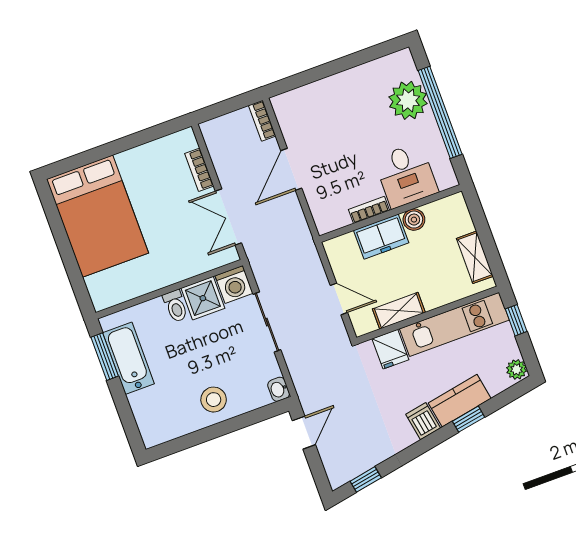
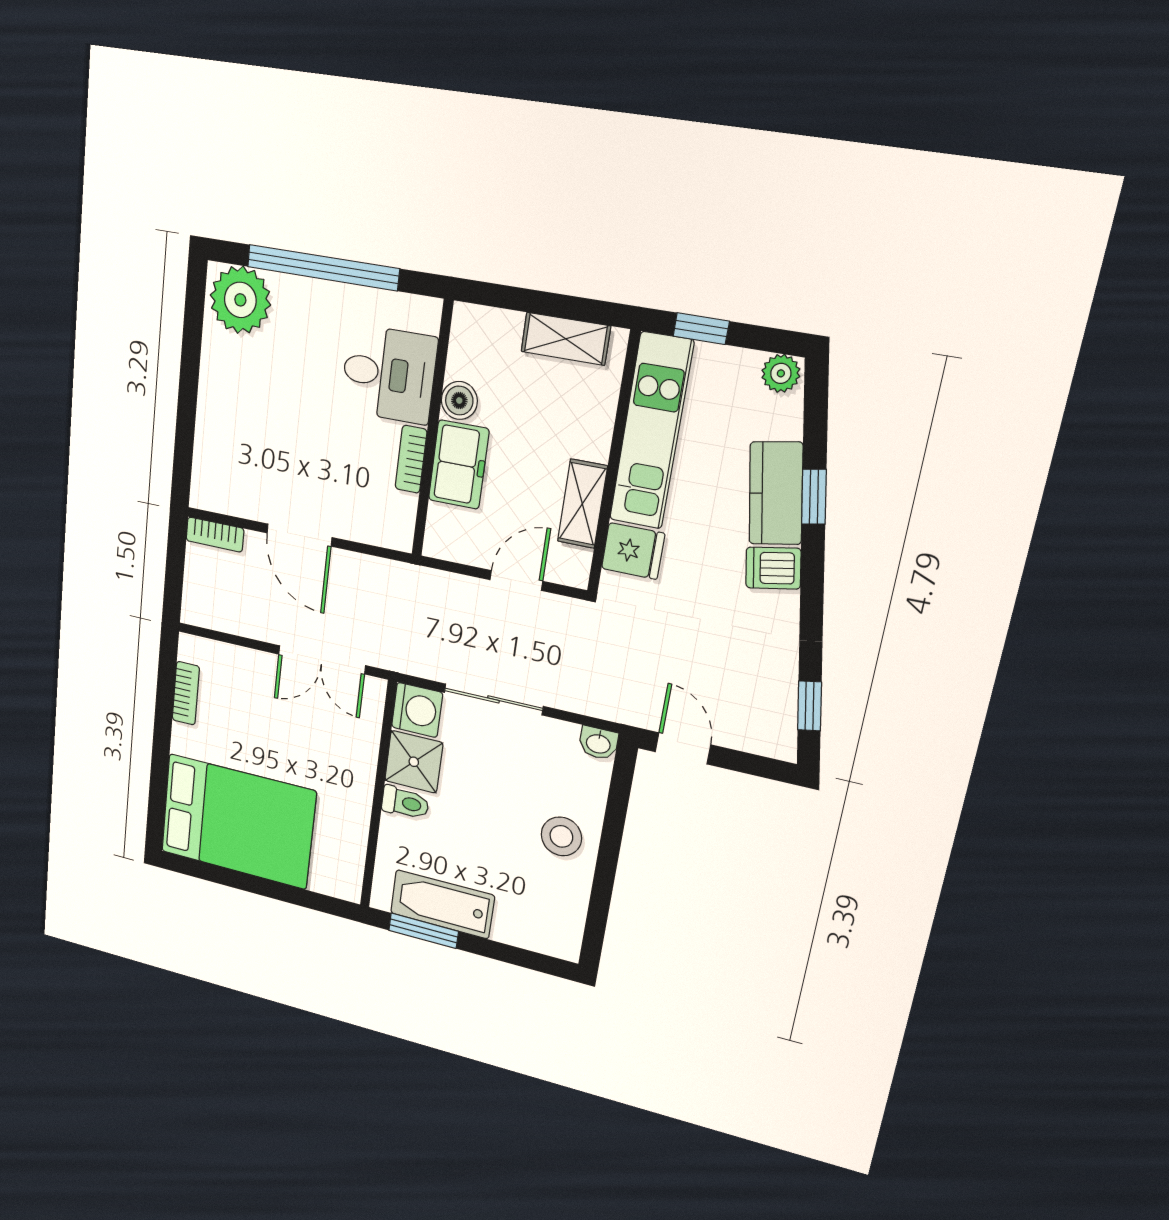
plant: (408, 100) -> (240, 300), moved
bookcase: (199, 170) -> (186, 693), moved, turned -90

